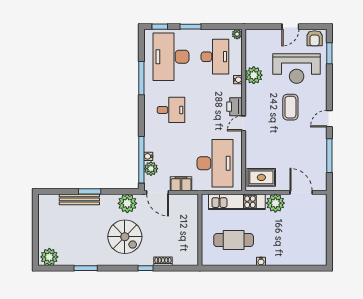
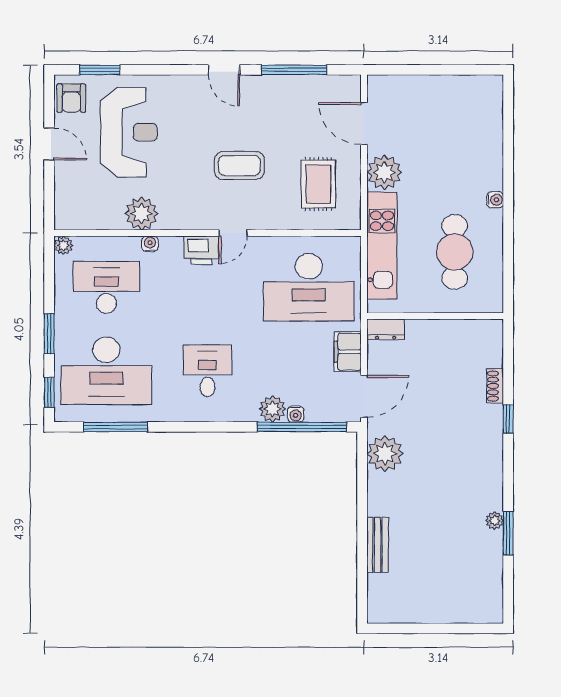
armchair: (315, 38) -> (71, 98), turned 90
window: (141, 78) -> (115, 427), moved
coffee table: (290, 107) -> (239, 165), moved
door: (244, 123) -> (233, 233), hinge flipped
desk: (215, 163) -> (309, 287), turned 180
plant: (151, 169) -> (272, 409), moved
rug: (261, 177) -> (318, 184), moved
window: (90, 191) -> (362, 525), removed
door: (301, 192) -> (364, 124), hinge flipped
bench: (79, 199) -> (377, 545), width x0.73
dresser: (193, 204) -> (386, 329), added
spiral stairs: (125, 237) -> (448, 458), removed
plant: (49, 257) -> (495, 521), moved, width x0.53, depth x0.53

